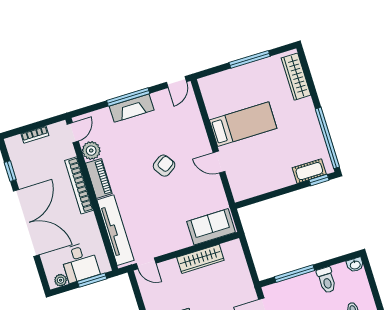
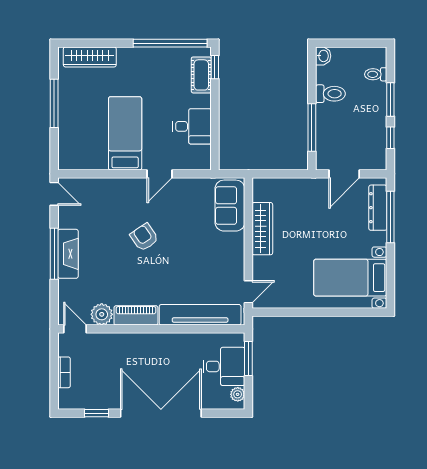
desk: (265, 176) -> (192, 126), added
bookcase: (79, 185) -> (137, 340), removed

